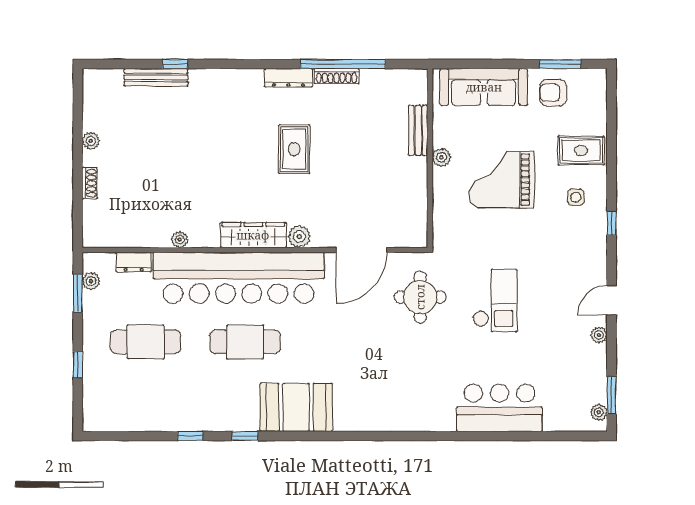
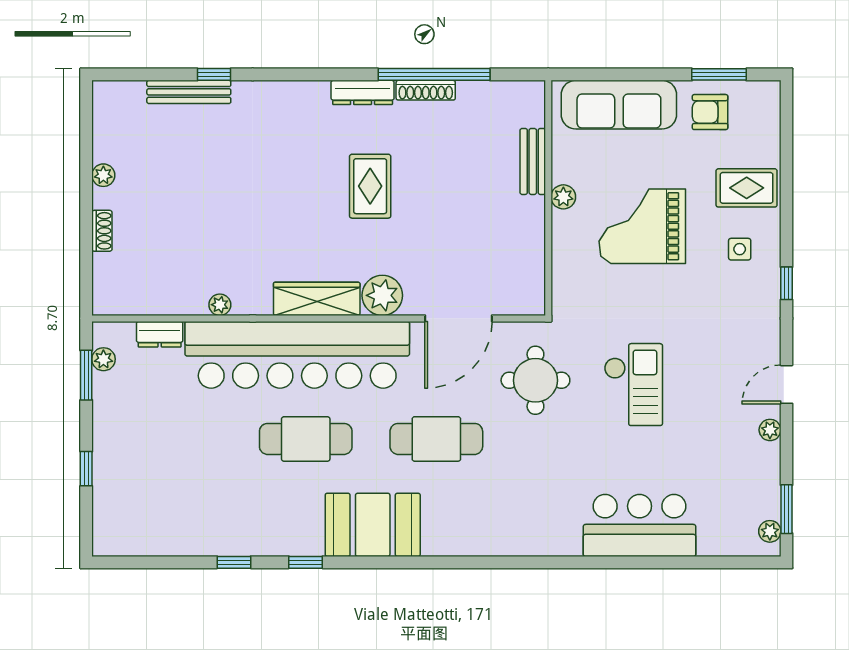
plant: (299, 237) -> (382, 295), width x1.36, depth x1.36
cafe table: (146, 342) -> (436, 439), moved

